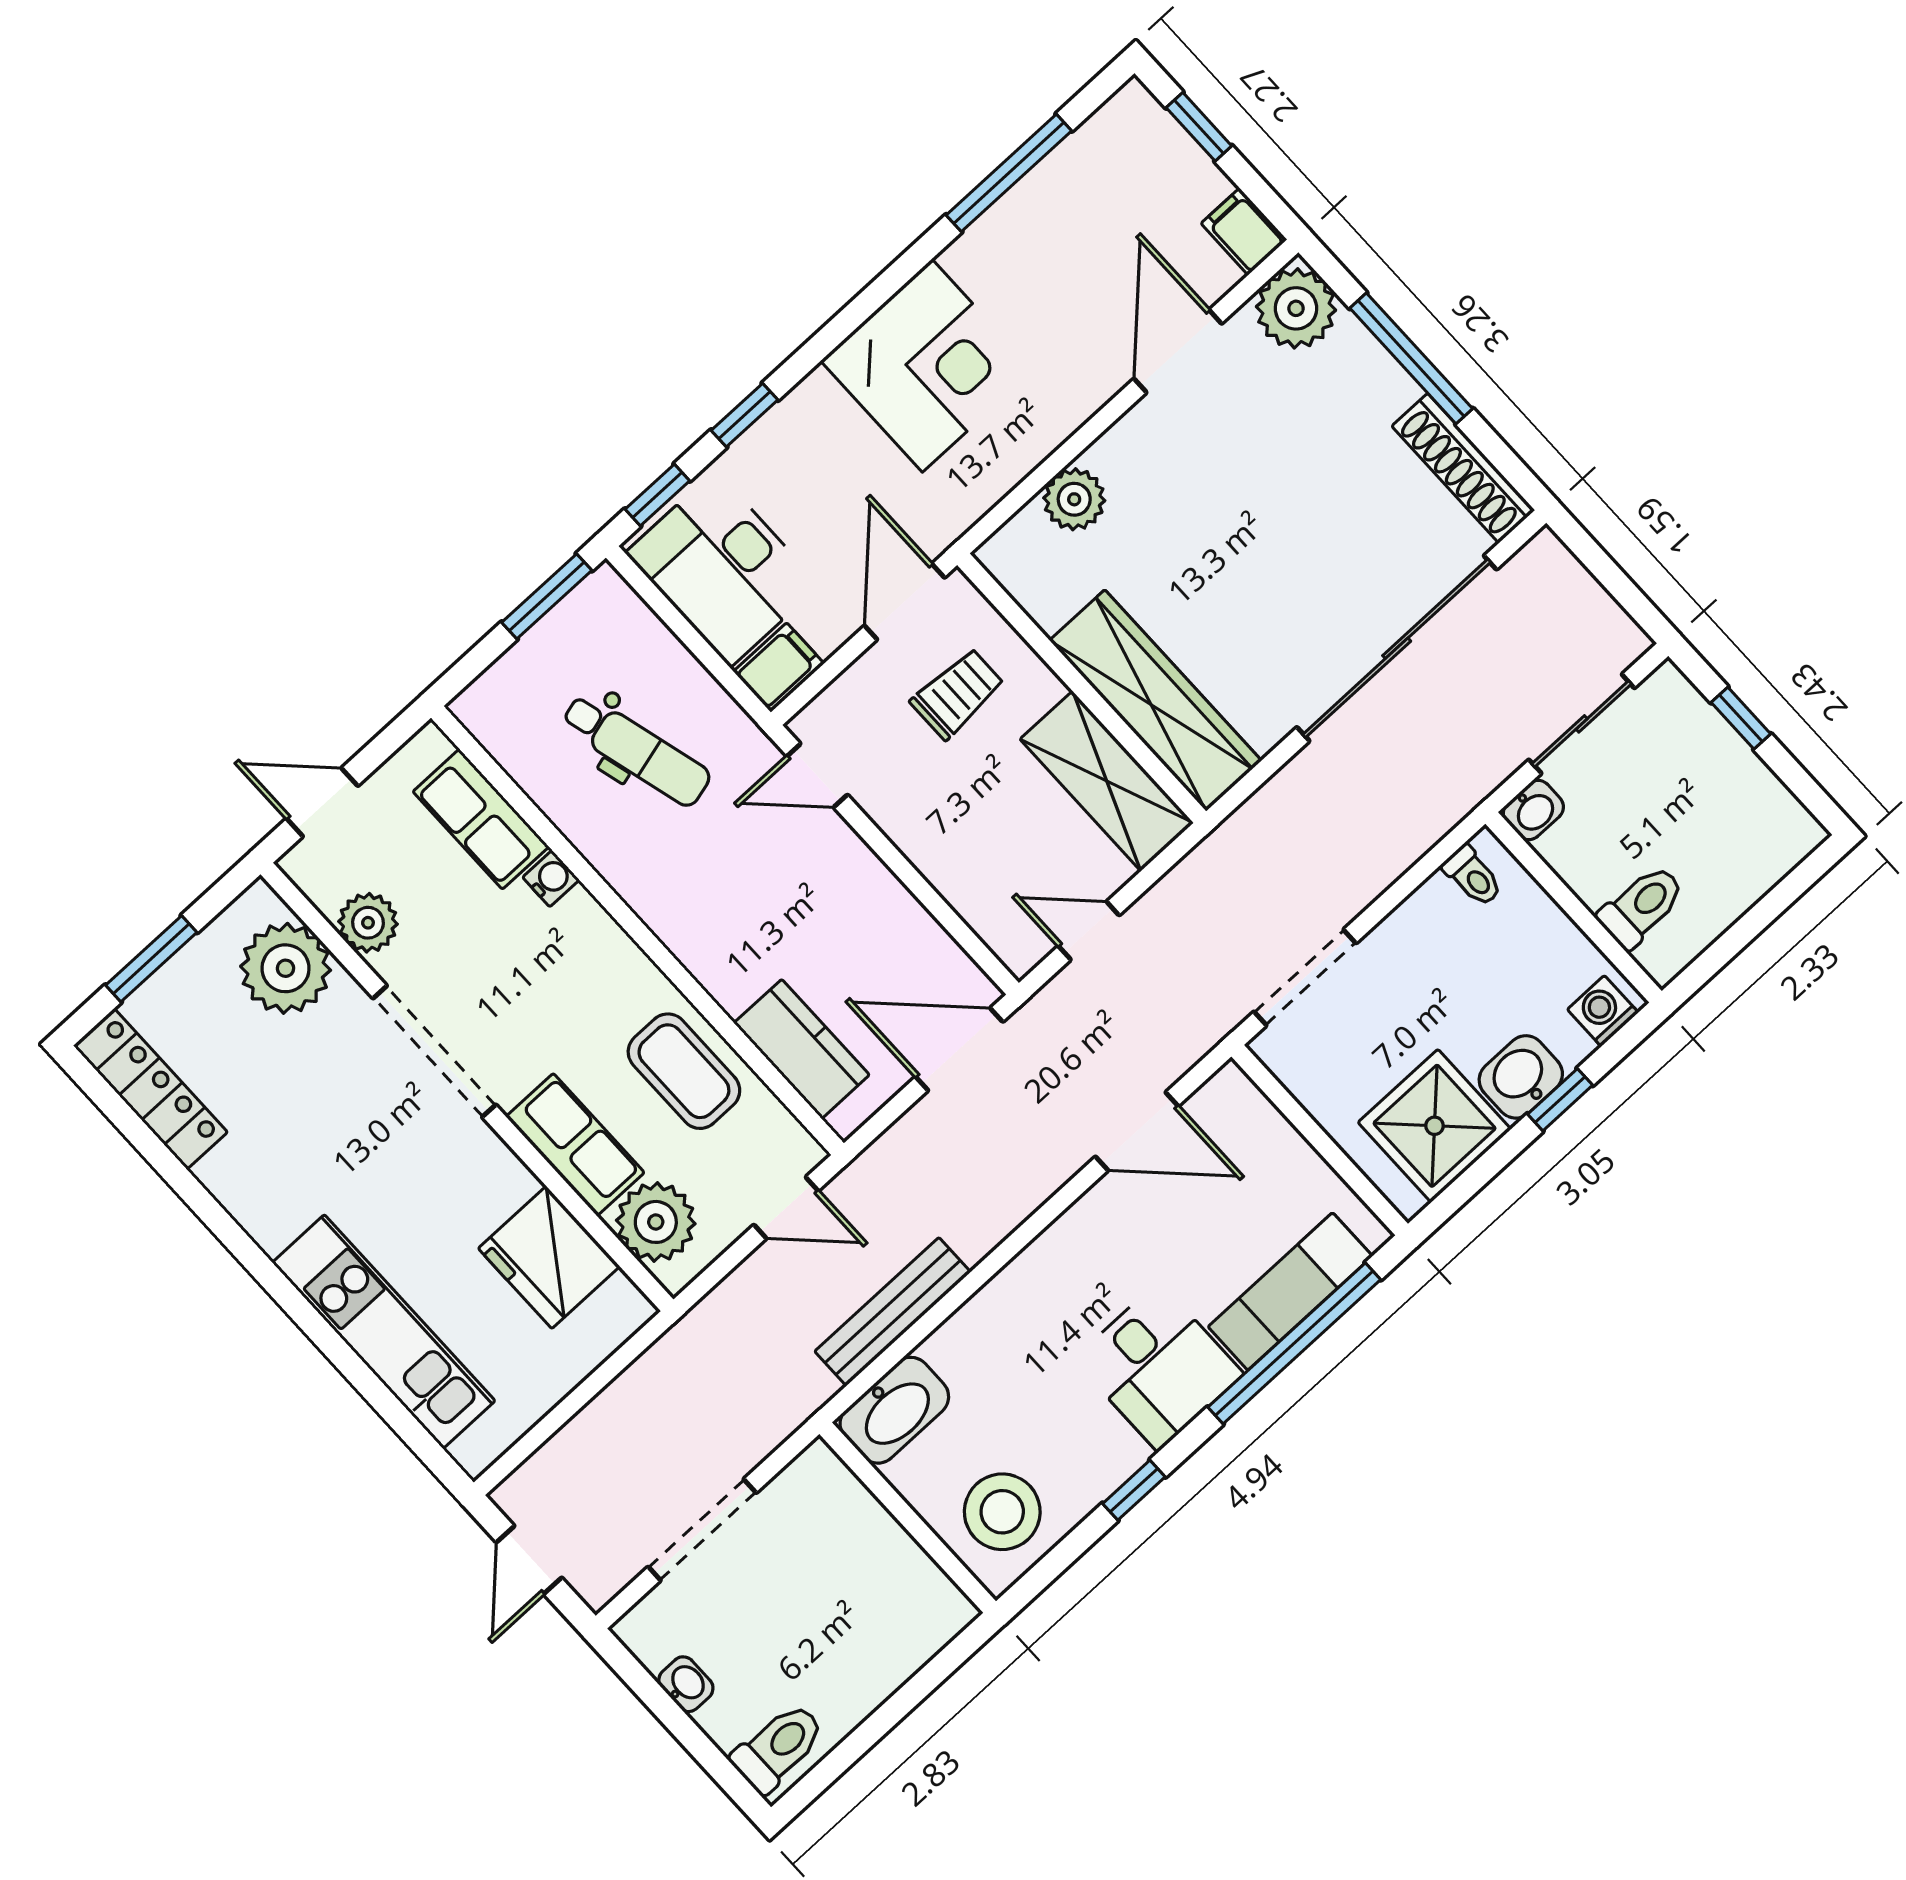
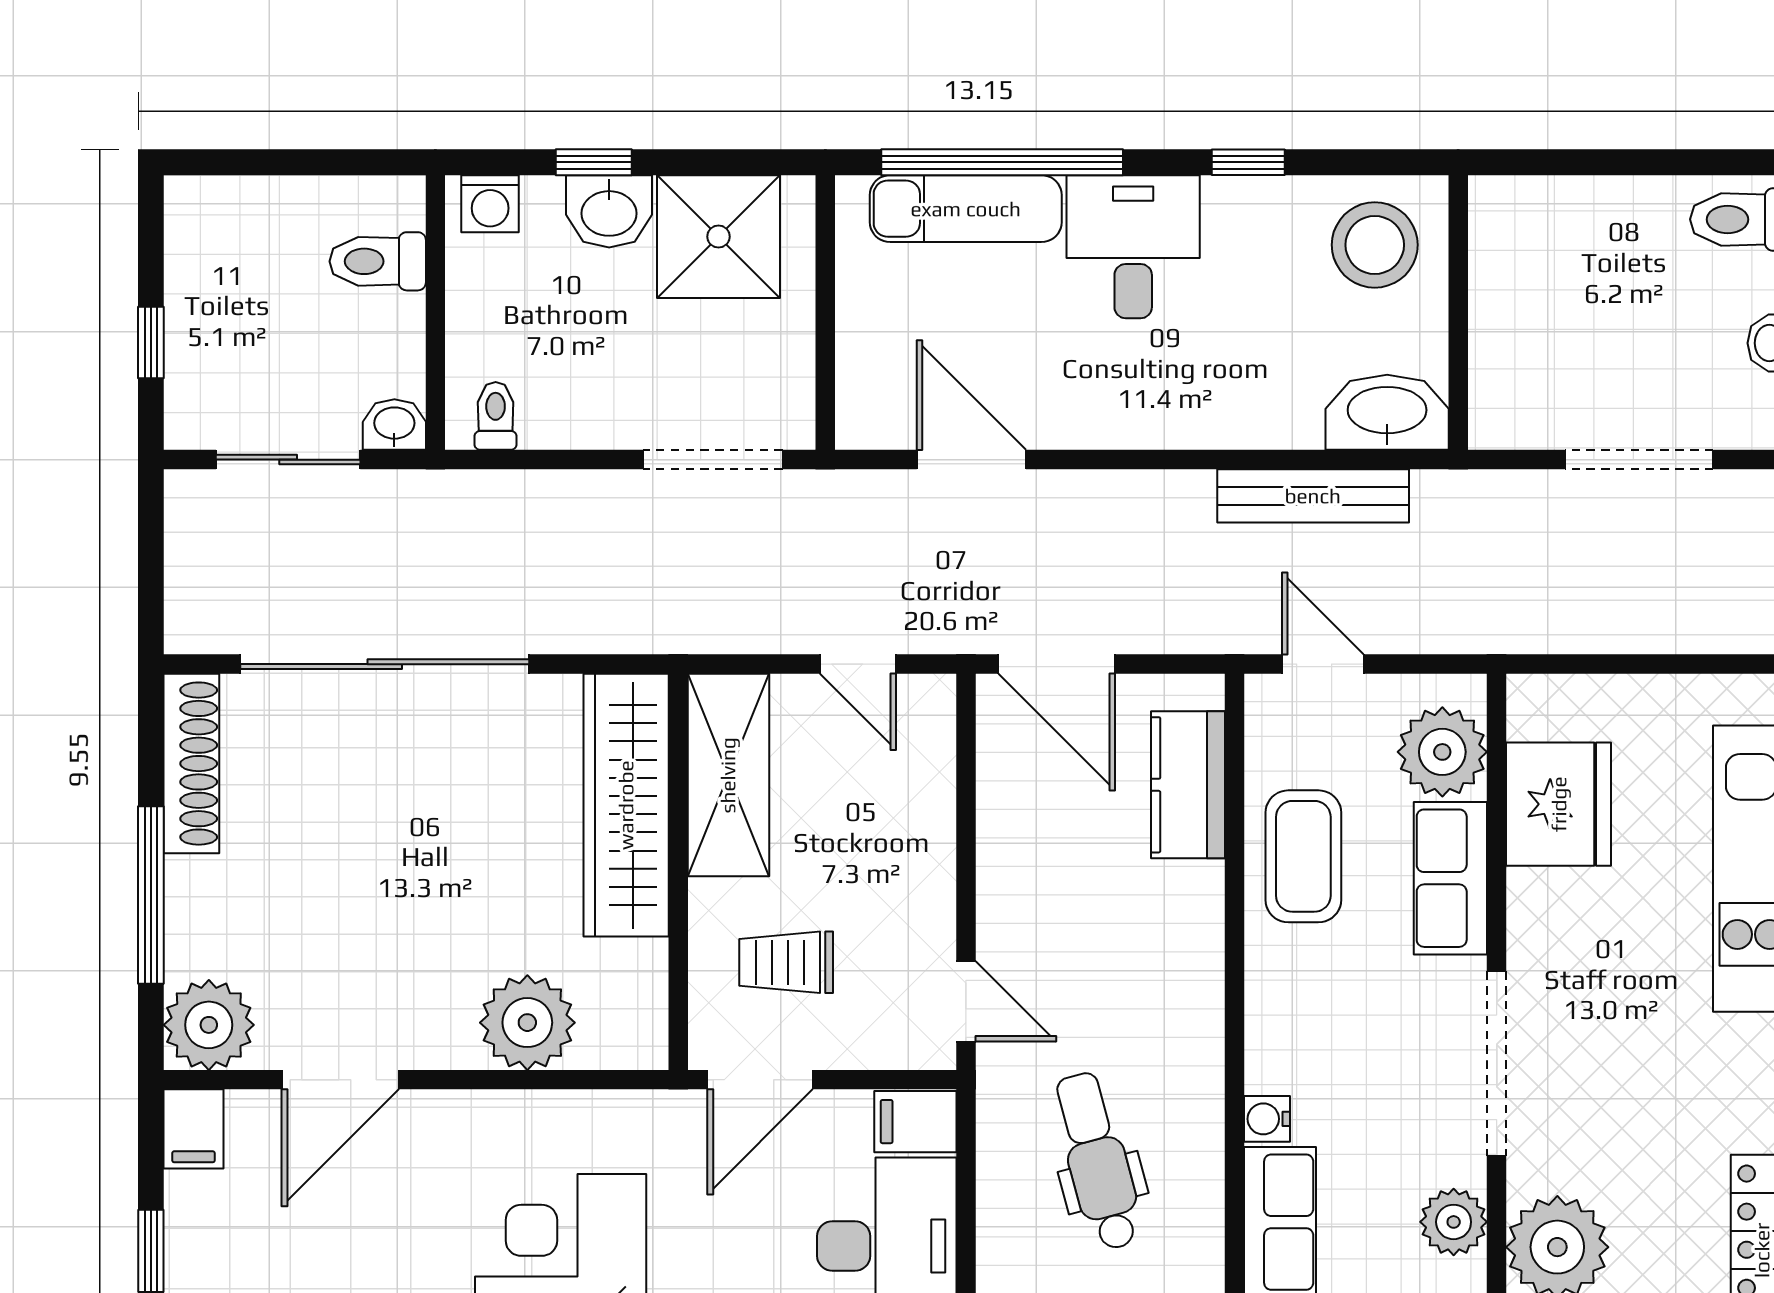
plant: (1074, 499) -> (527, 1023), width x1.36, depth x1.36

